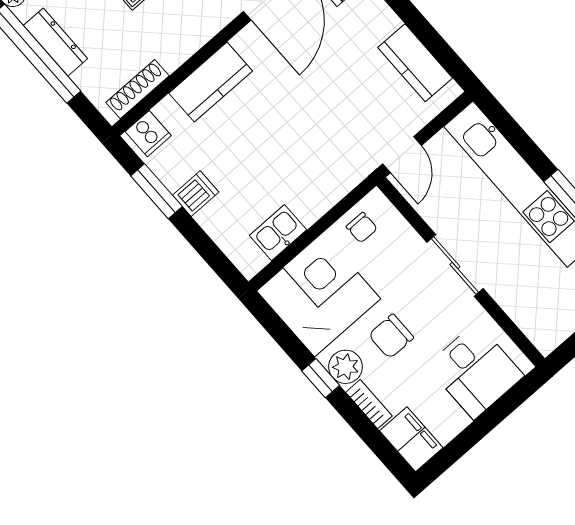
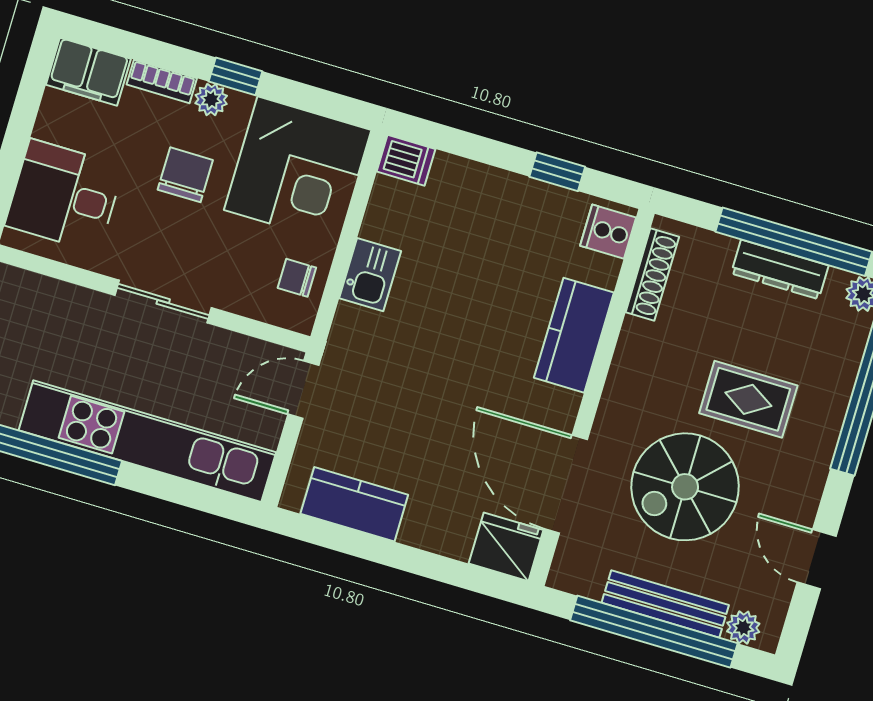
door: (402, 155) -> (303, 390), hinge flipped
window: (156, 191) -> (557, 172), width x0.67
dishwasher: (196, 194) -> (406, 160), moved, turned -90
kitchen sink: (278, 233) -> (370, 275), moved
plant: (345, 367) -> (211, 100), width x0.73, depth x0.73

